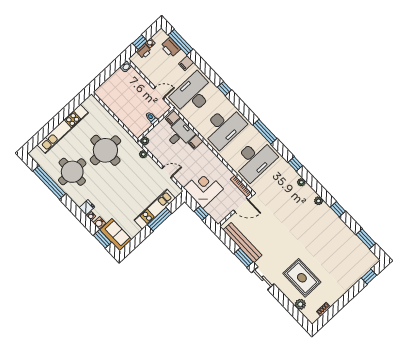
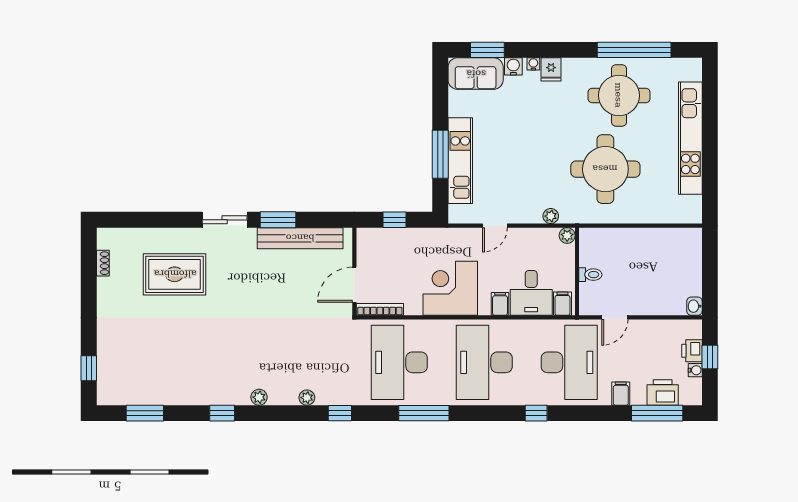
corner desk: (203, 188) -> (450, 288), moved, turned 180
plant: (300, 304) -> (140, 238), removed

